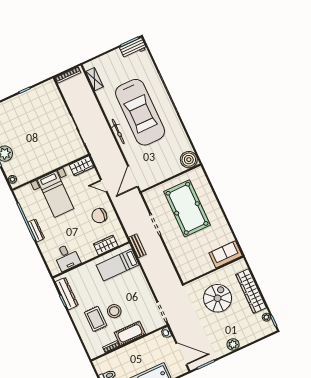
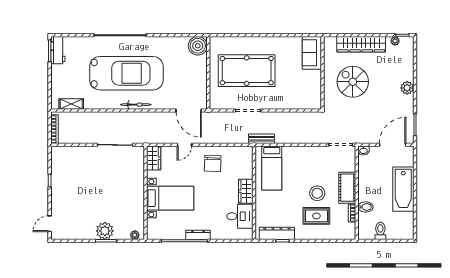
wardrobe: (106, 245) -> (246, 191), moved
bidet: (121, 355) -> (365, 207), added

